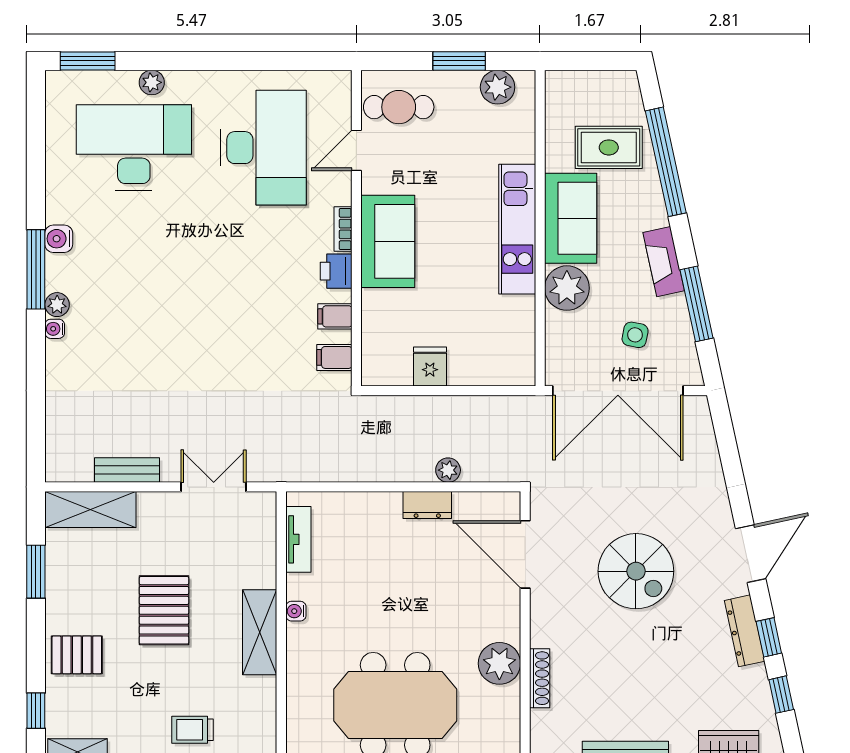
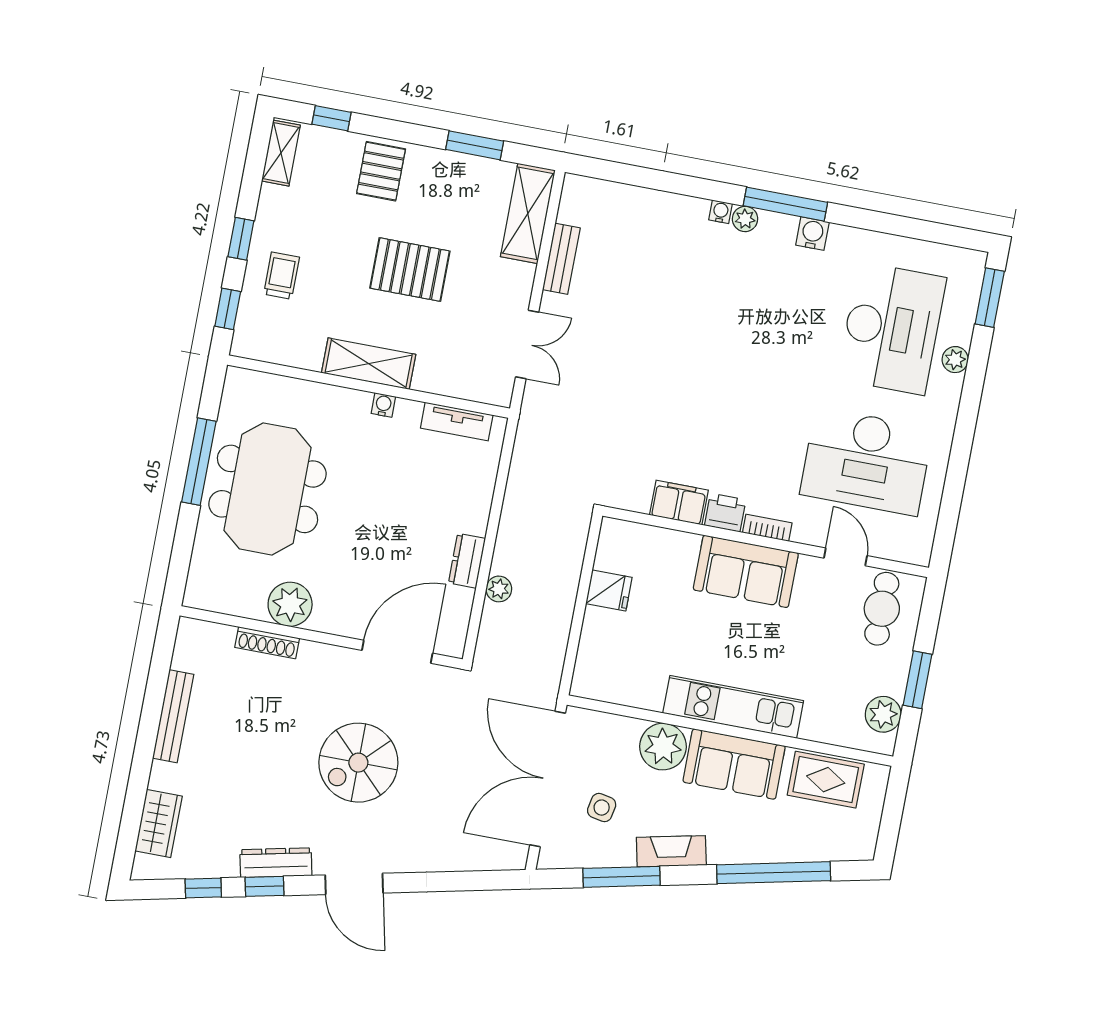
rug: (609, 147) -> (826, 780), moved, turned 90
filing cabinet: (335, 316) -> (679, 503), width x2.00
filing cabinet: (334, 357) -> (637, 494), removed

